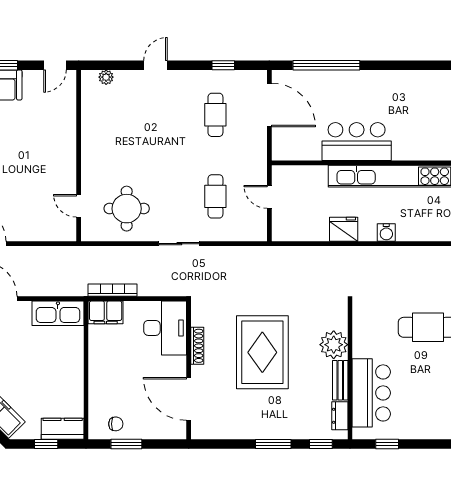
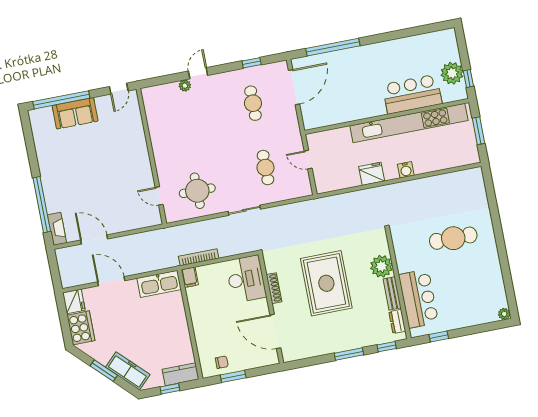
plant: (106, 77) -> (185, 86), moved
door: (269, 105) -> (294, 87), hinge flipped
bar counter: (357, 142) -> (412, 94), moved
filing cabinet: (106, 312) -> (190, 277), width x0.50

